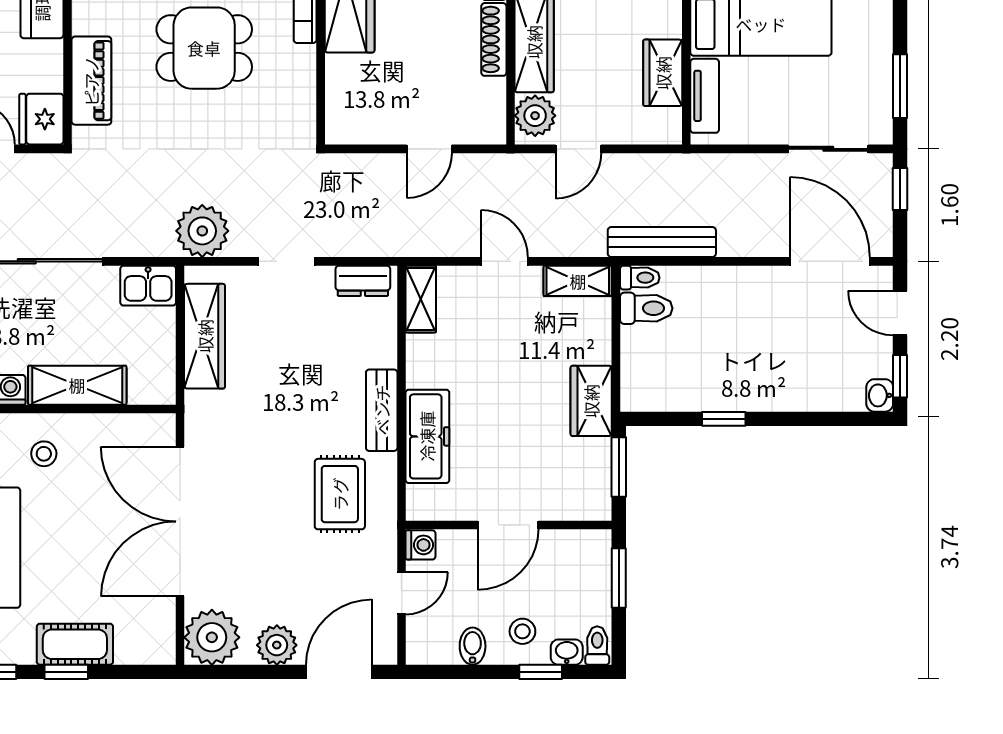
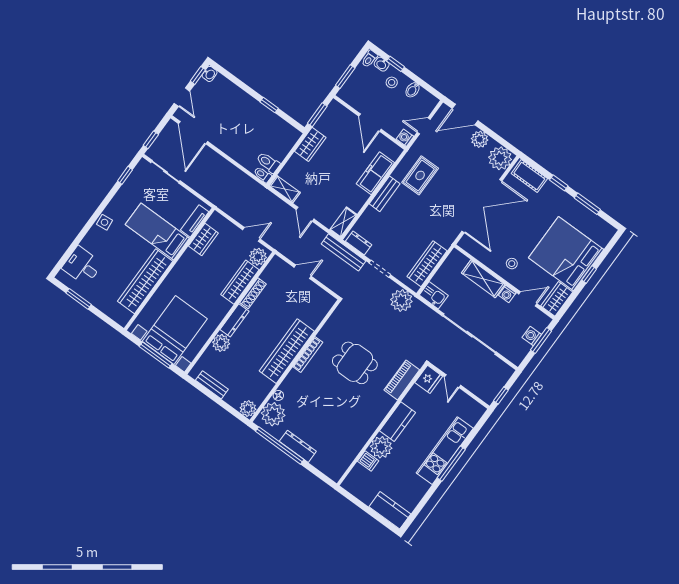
window: (900, 86) -> (125, 175), width x0.67
bench: (662, 242) -> (343, 252), moved
door: (508, 525) -> (370, 123), swing flipped
cot: (75, 644) -> (529, 176), moved

